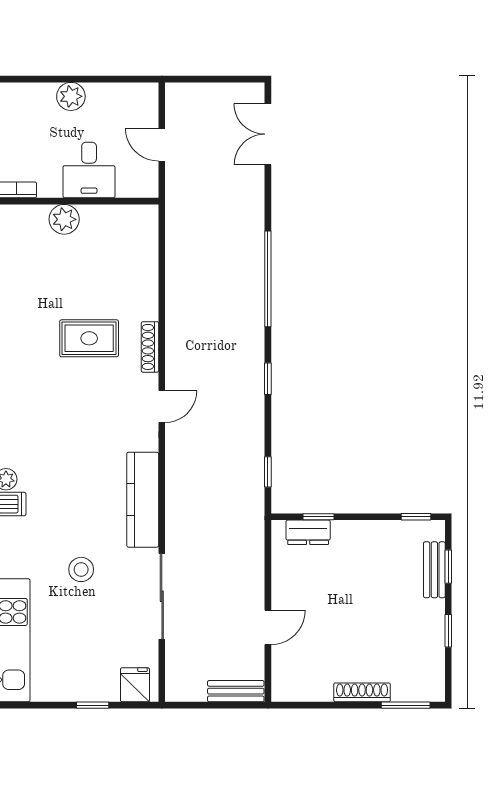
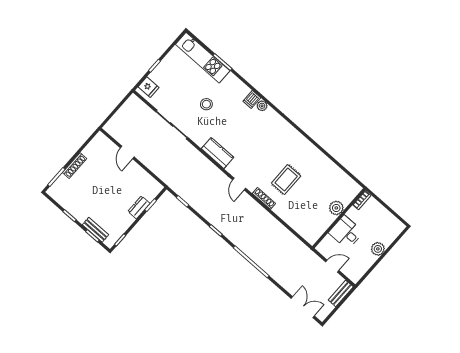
kitchen counter: (143, 500) -> (218, 153), width x0.67
dresser: (308, 532) -> (139, 207), moved
bench: (236, 691) -> (341, 293), moved

